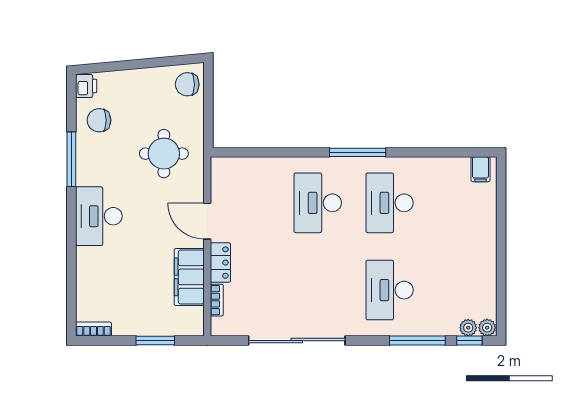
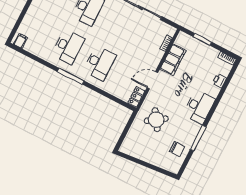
chair: (187, 84) -> (130, 145), removed
printer: (86, 86) -> (220, 81), moved
round table: (164, 154) -> (156, 120), turned -34
door: (207, 221) -> (152, 80), swing flipped
locker: (220, 263) -> (137, 97), moved

